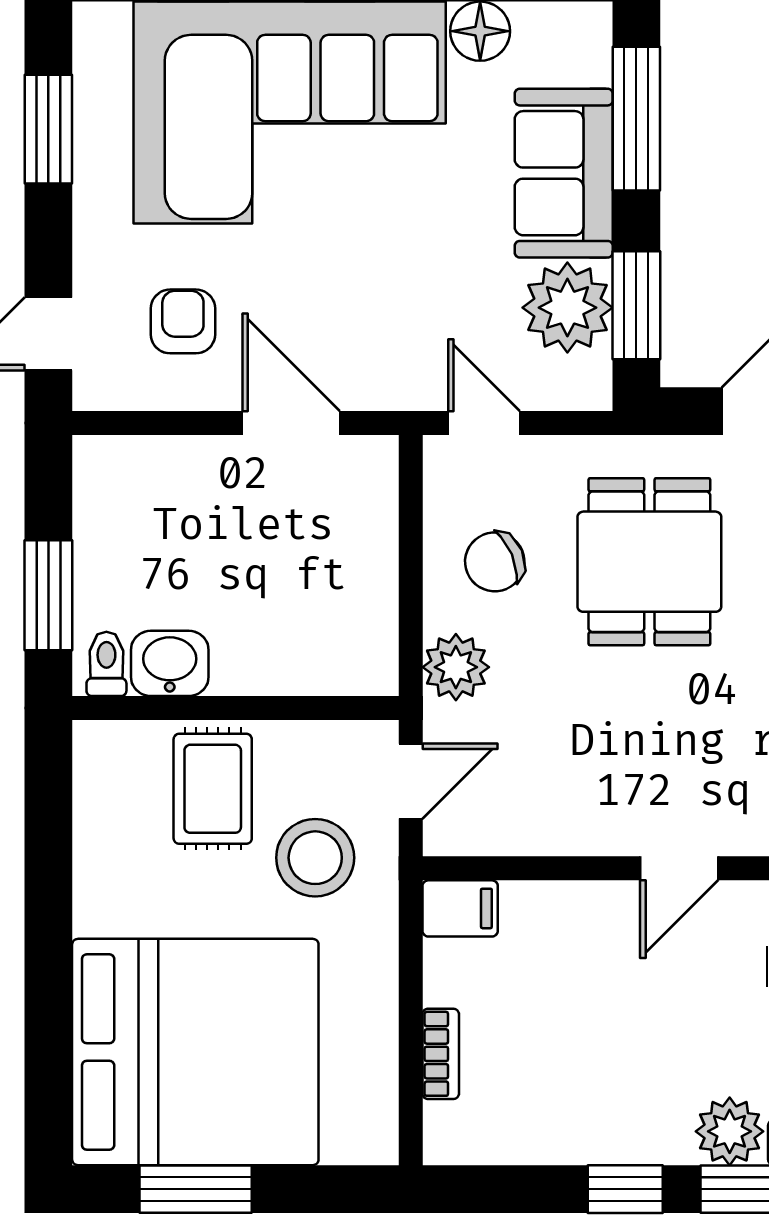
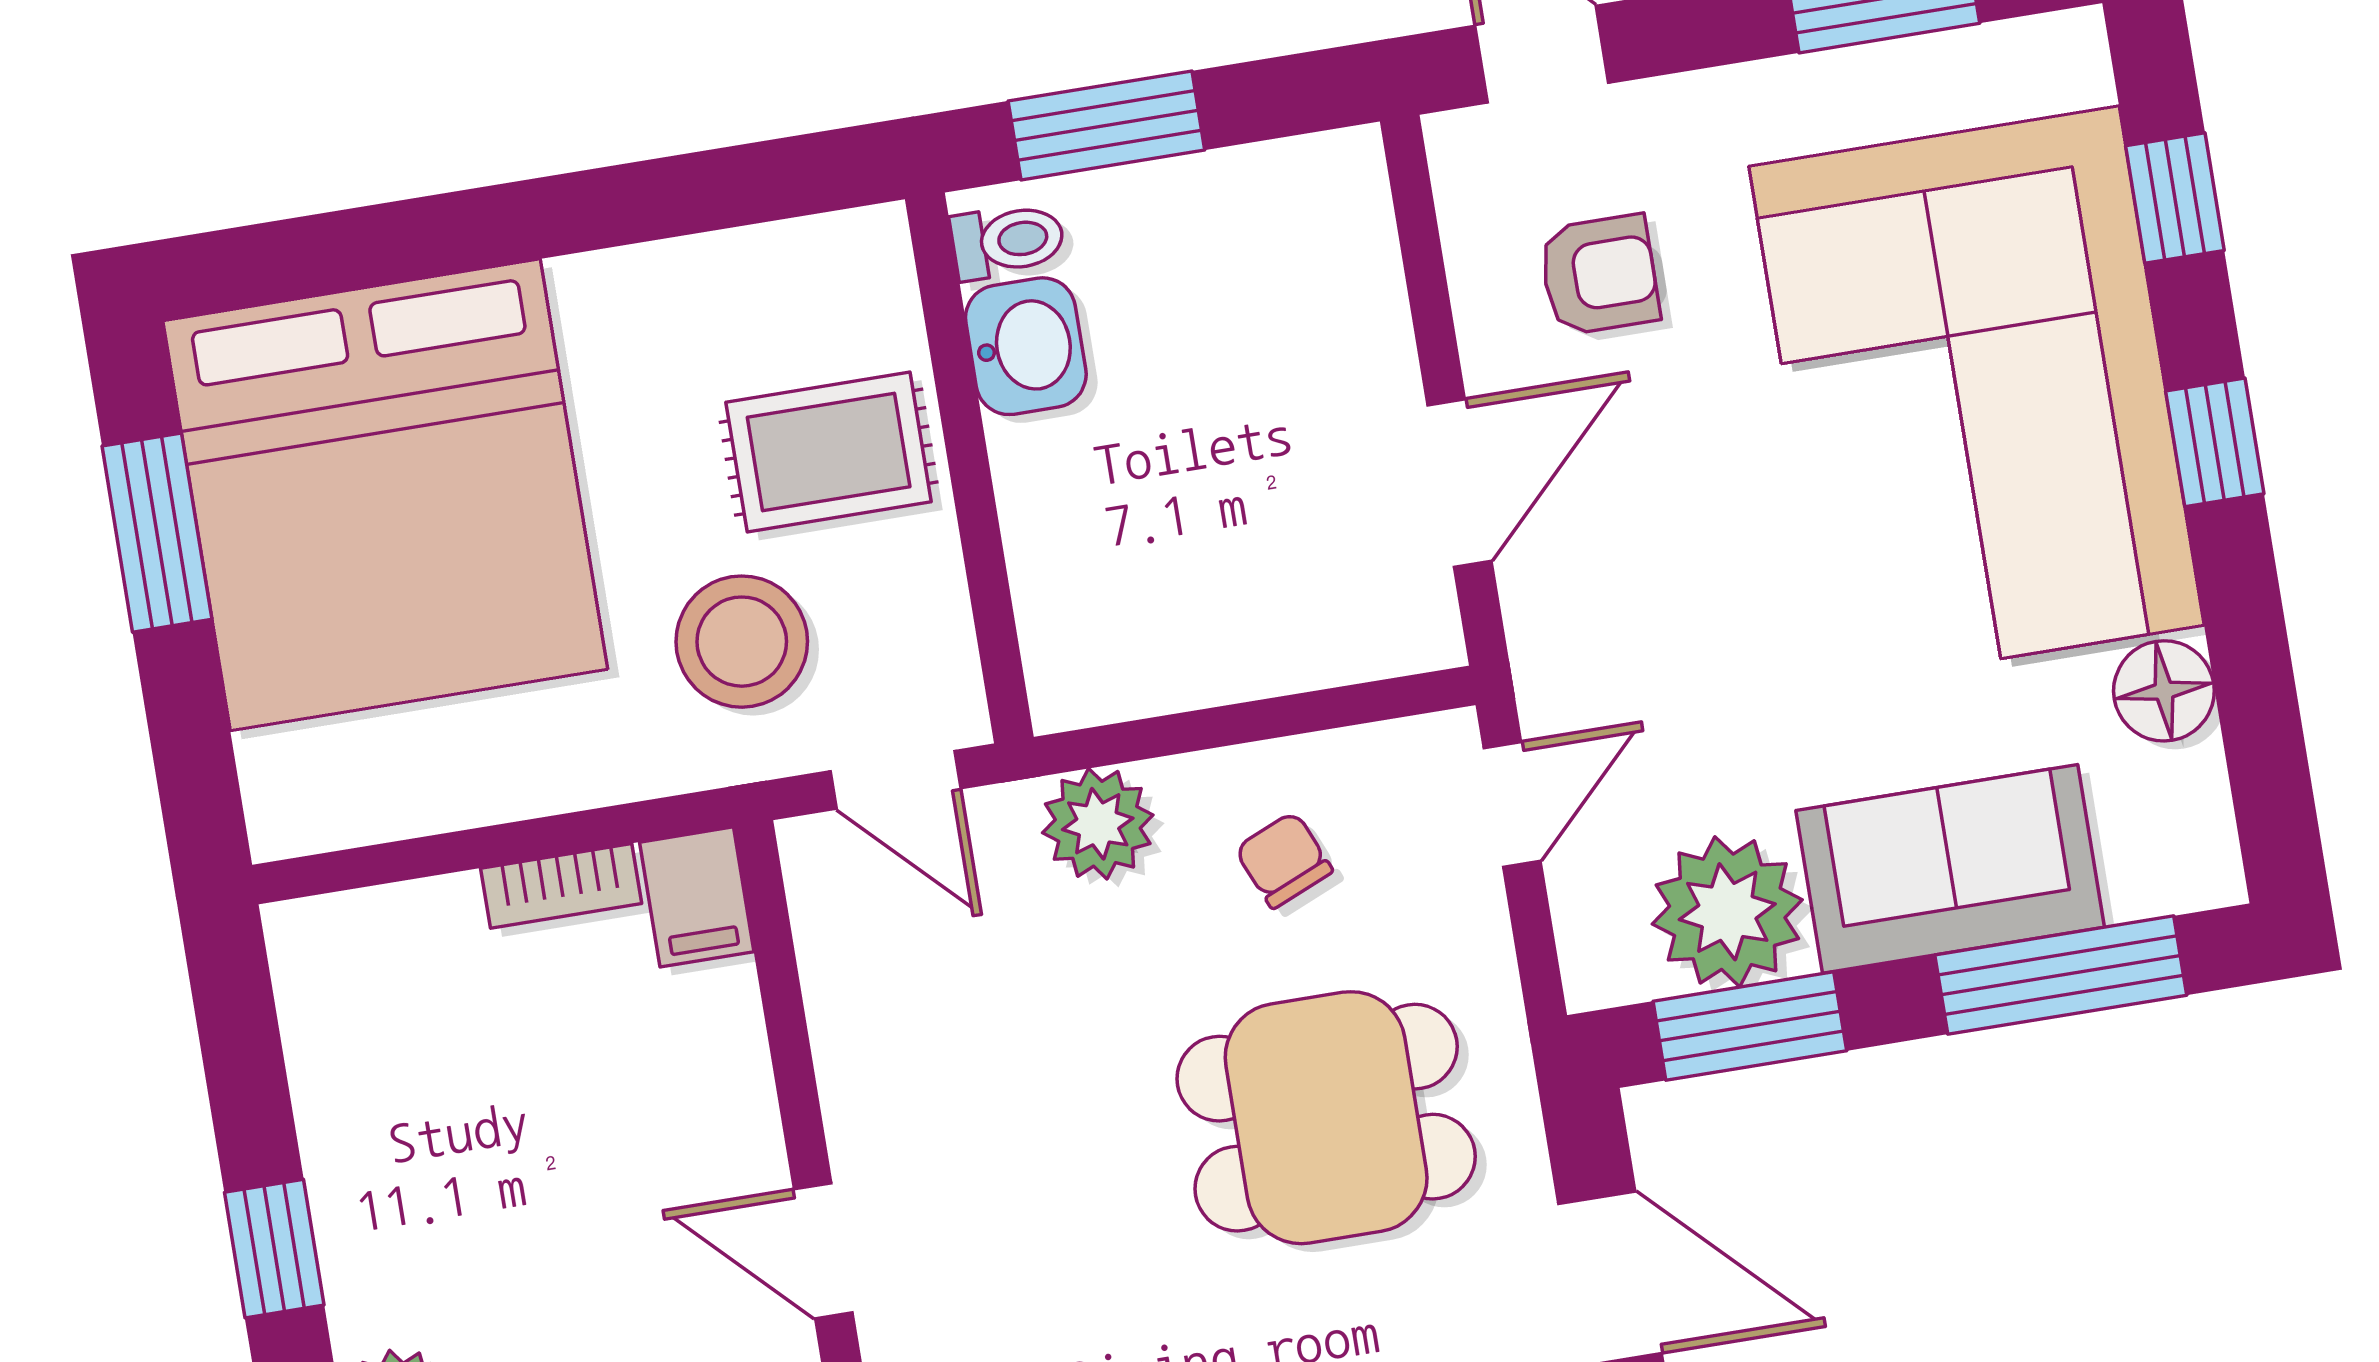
chair: (495, 562) -> (1284, 860), width x0.73, depth x0.73
bookcase: (441, 1054) -> (561, 886), moved

